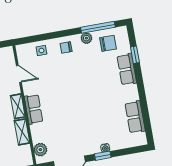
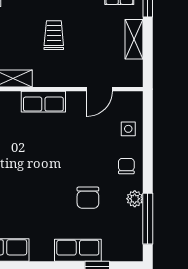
chair: (108, 43) -> (88, 198), moved
shelving: (18, 106) -> (52, 79), removed

